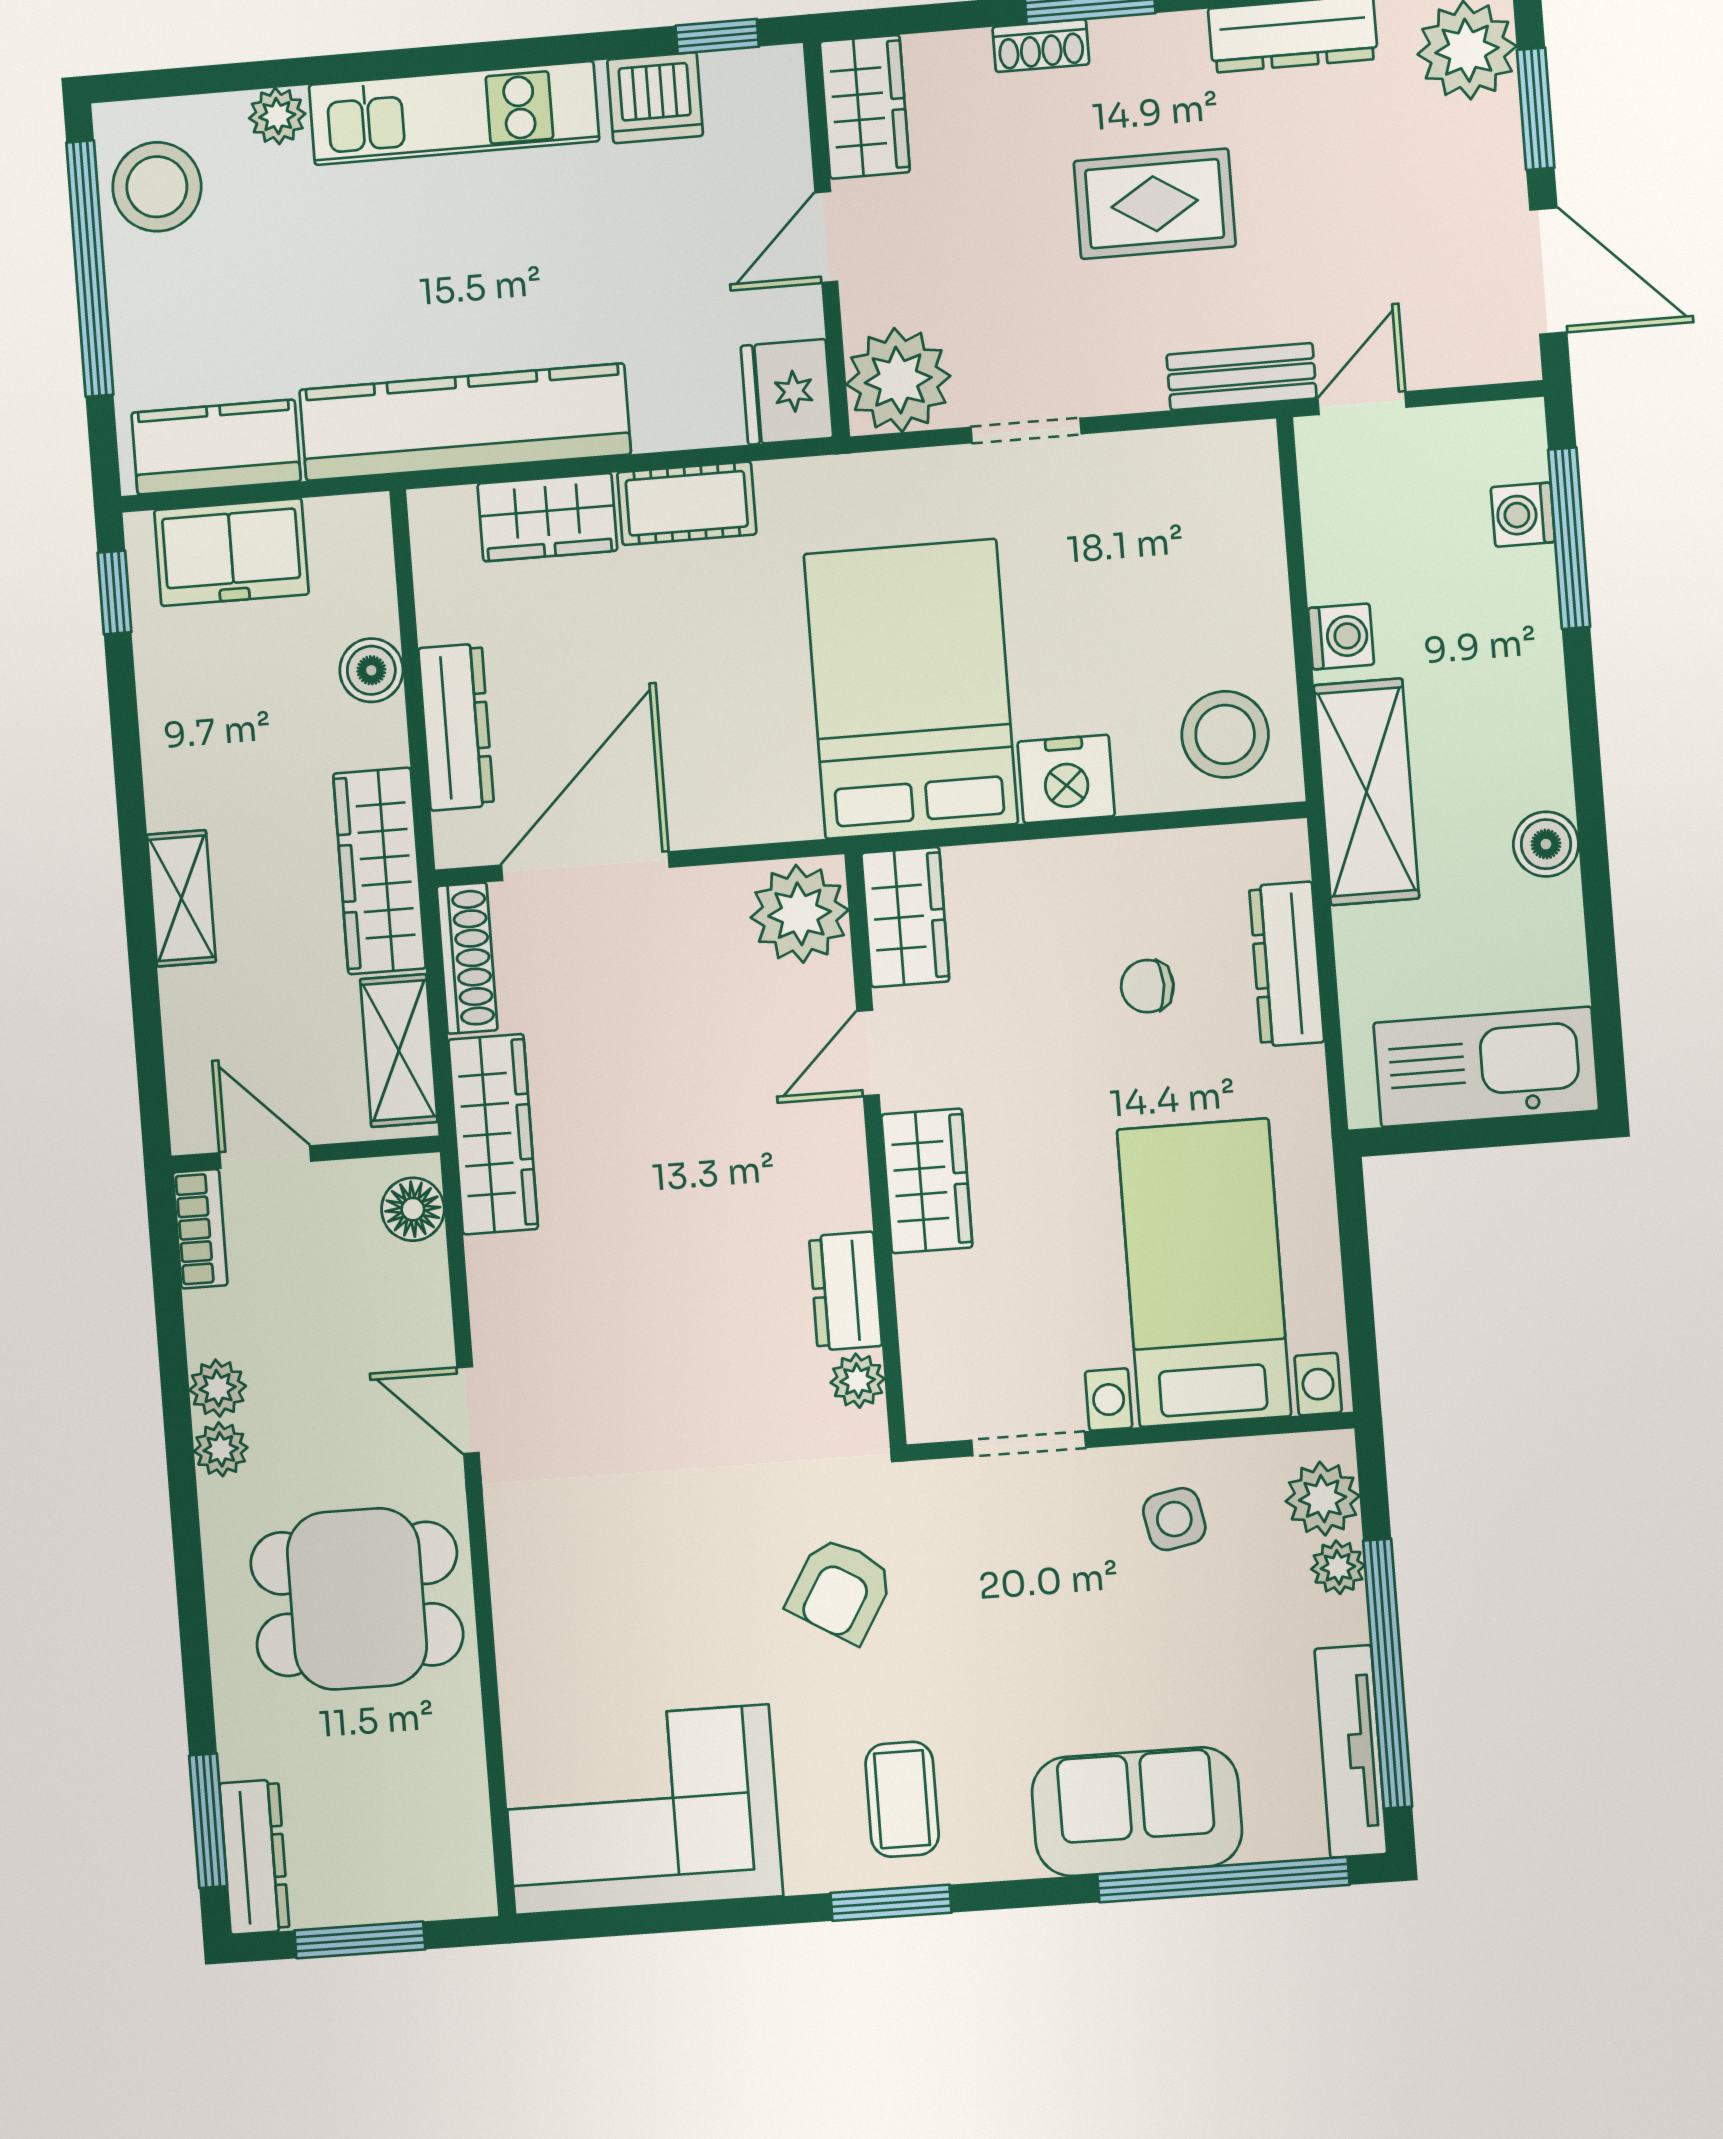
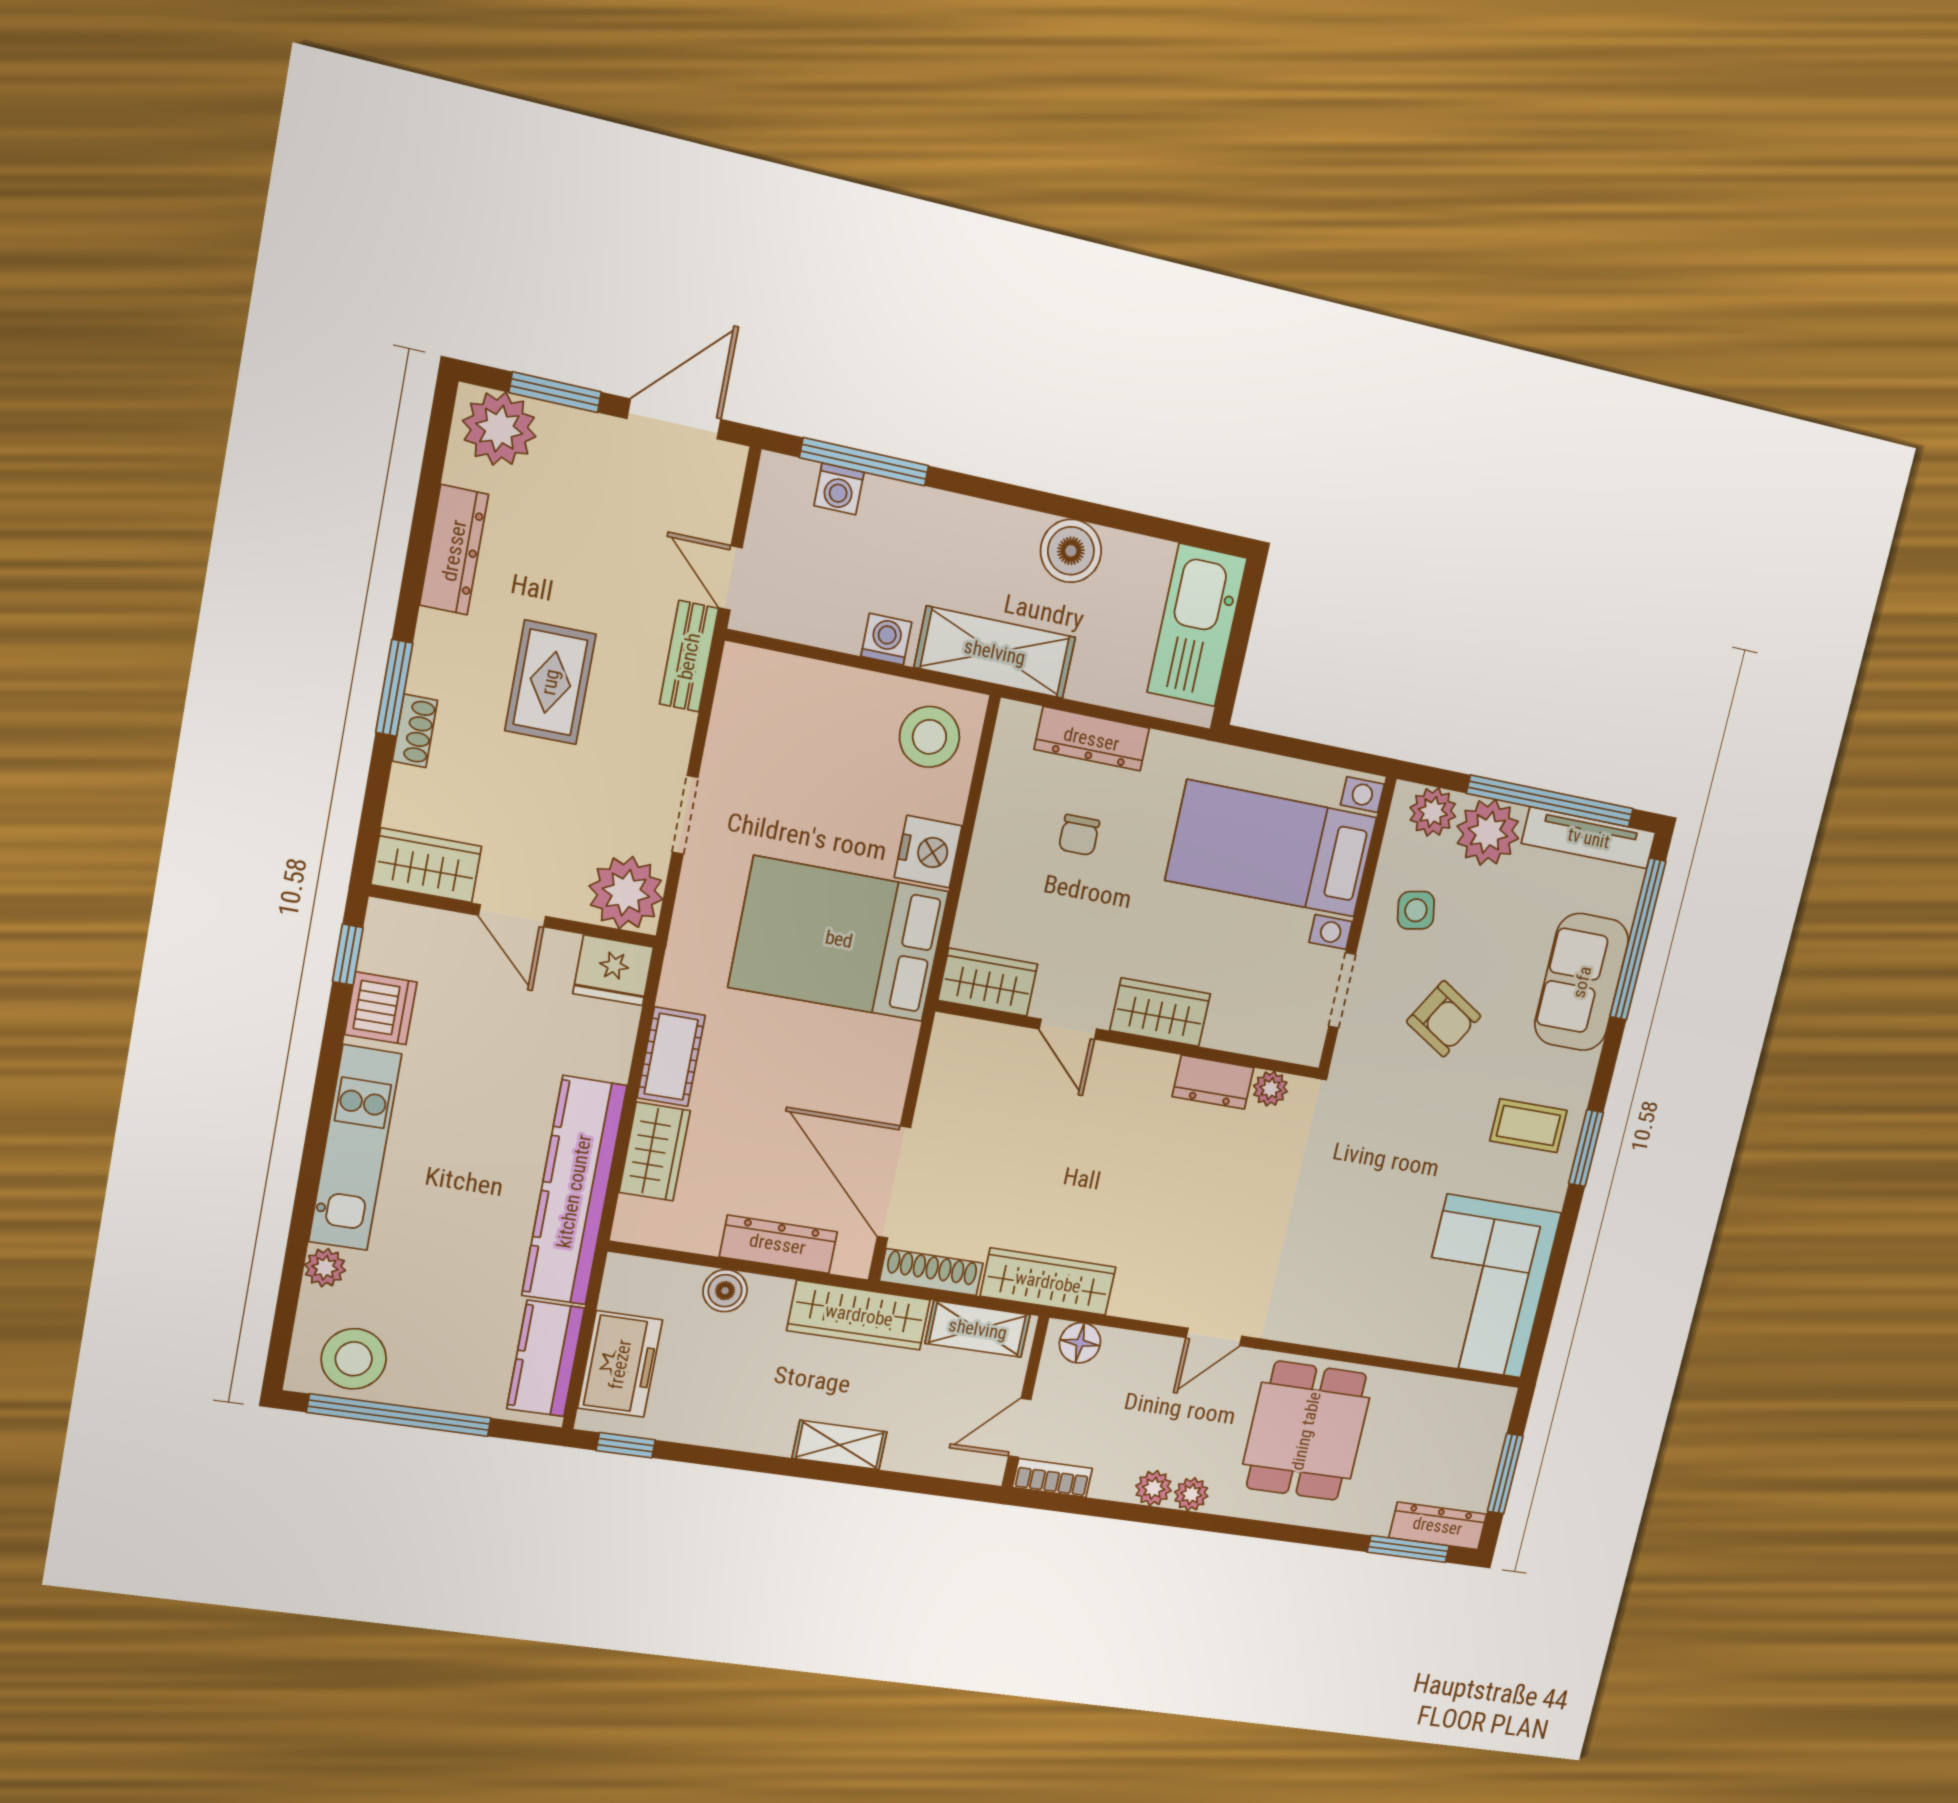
boiler: (1546, 844) -> (1071, 551), width x1.36, depth x1.36
plant: (800, 914) -> (965, 1051), removed
plant: (1338, 1567) -> (1488, 832), width x1.88, depth x1.88
armchair: (840, 1590) -> (1444, 1019), moved

